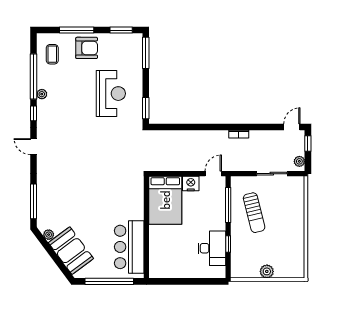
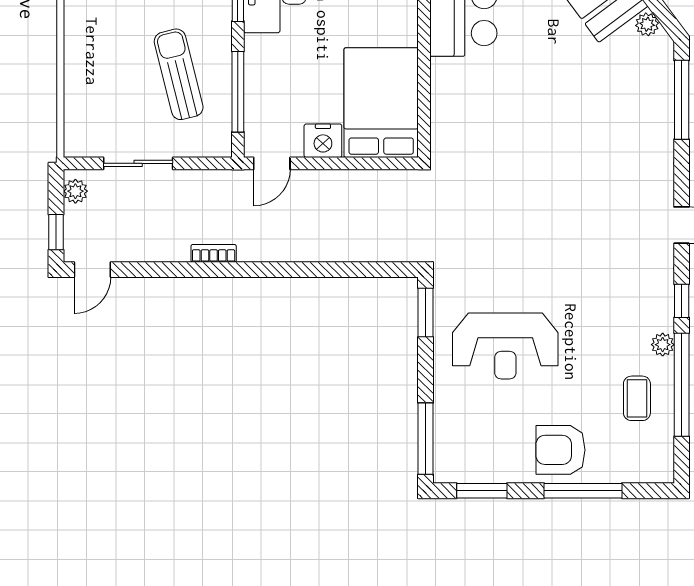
coffee table: (52, 54) -> (637, 398), moved
reception desk: (111, 94) -> (505, 346), turned -90

